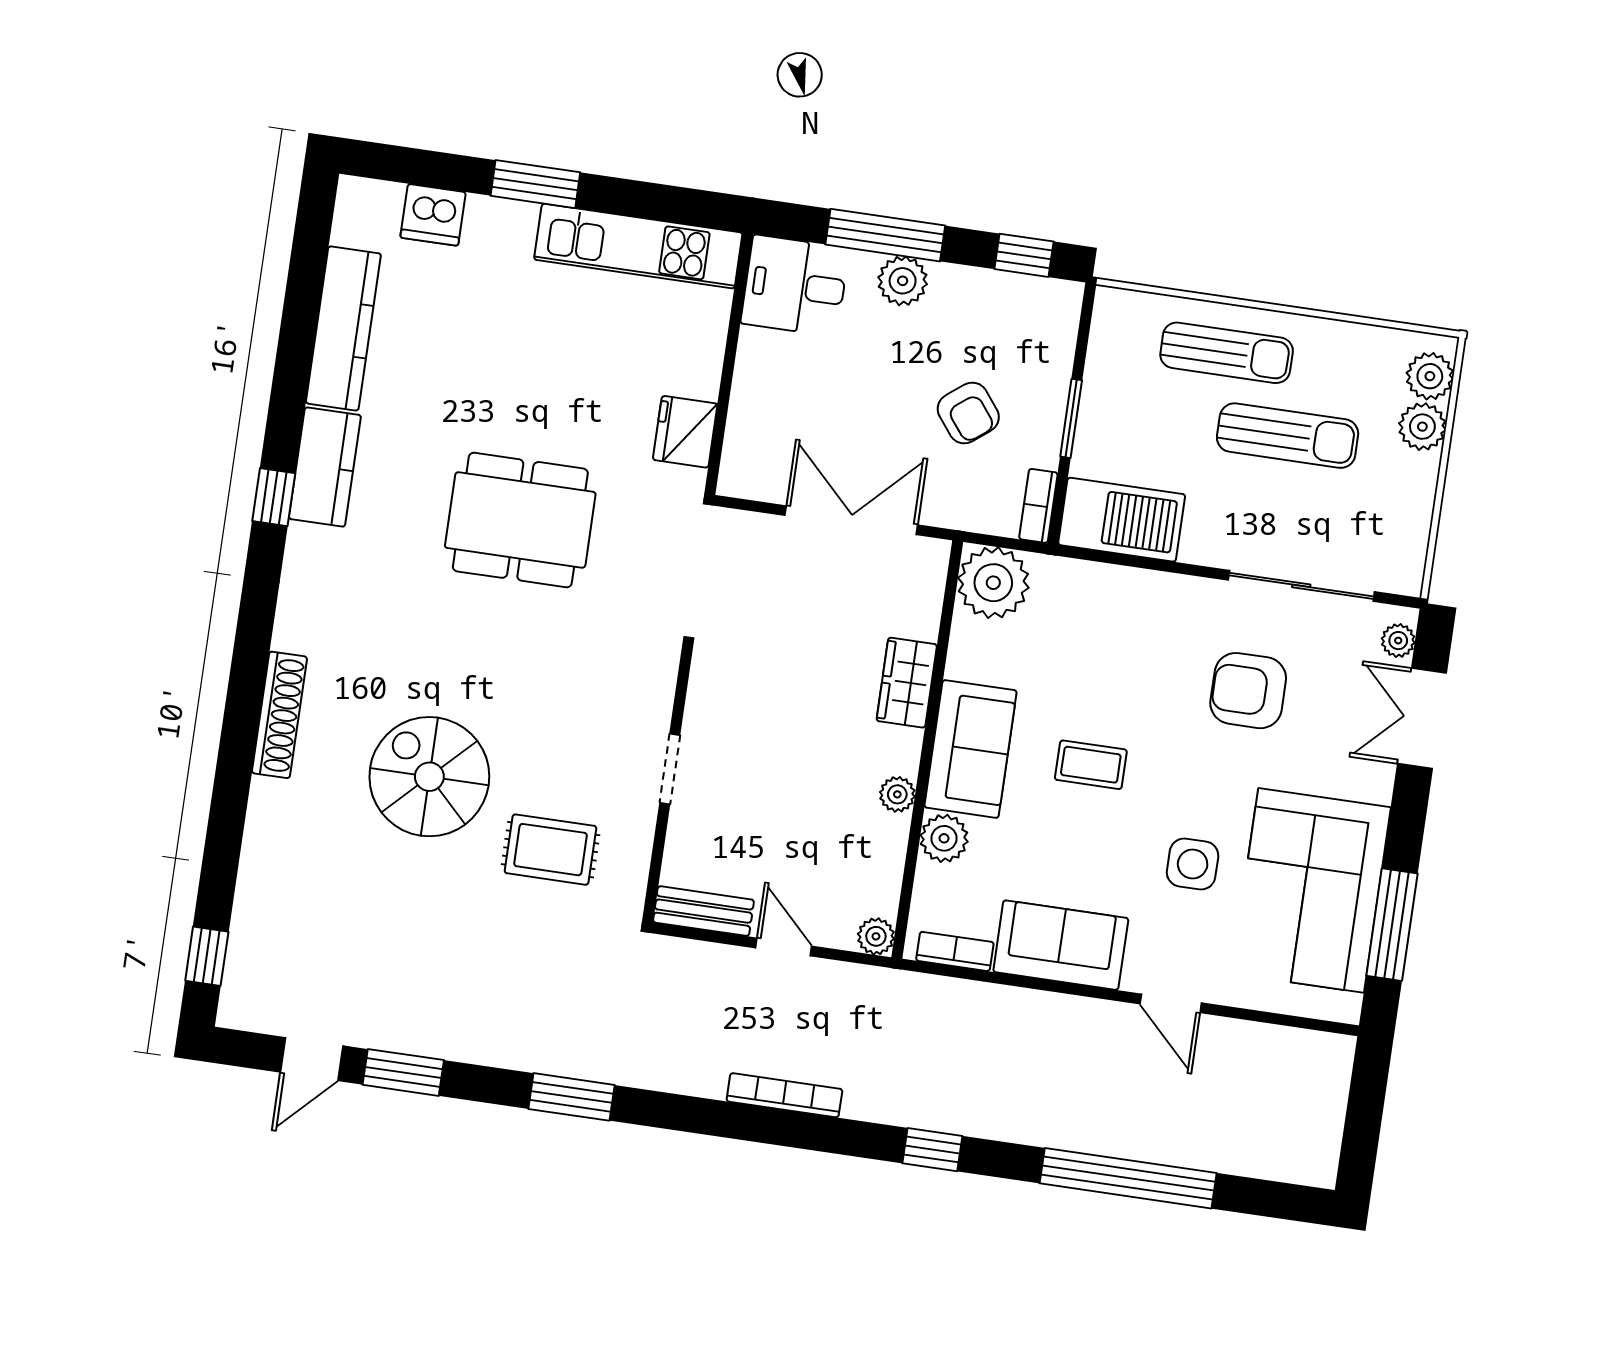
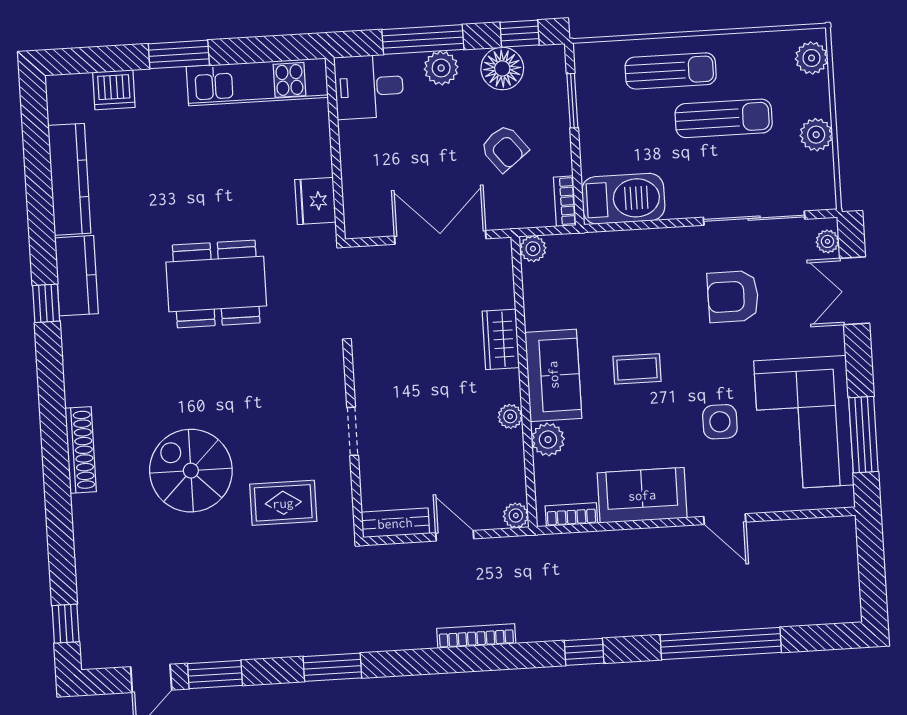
floor lamp: (989, 300) -> (502, 68), added
window: (1071, 418) -> (572, 101), moved
plant: (1422, 427) -> (816, 135), moved
plant: (993, 583) -> (533, 249), width x0.53, depth x0.53

